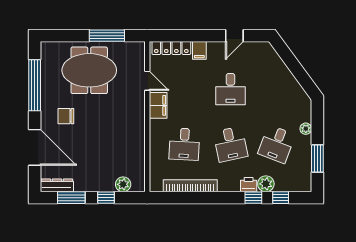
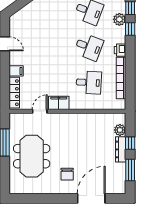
window: (35, 85) -> (43, 198), removed
desk: (230, 89) -> (46, 47), removed
desk: (230, 144) -> (89, 47), turned 33
dresser: (57, 185) -> (121, 149), moved
printer: (249, 185) -> (120, 50), moved

